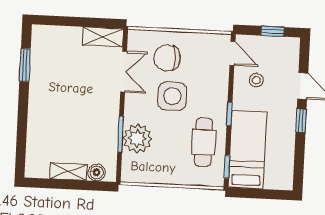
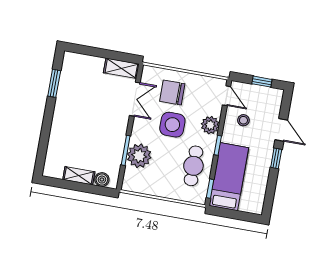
plant: (217, 91) -> (210, 125), added

